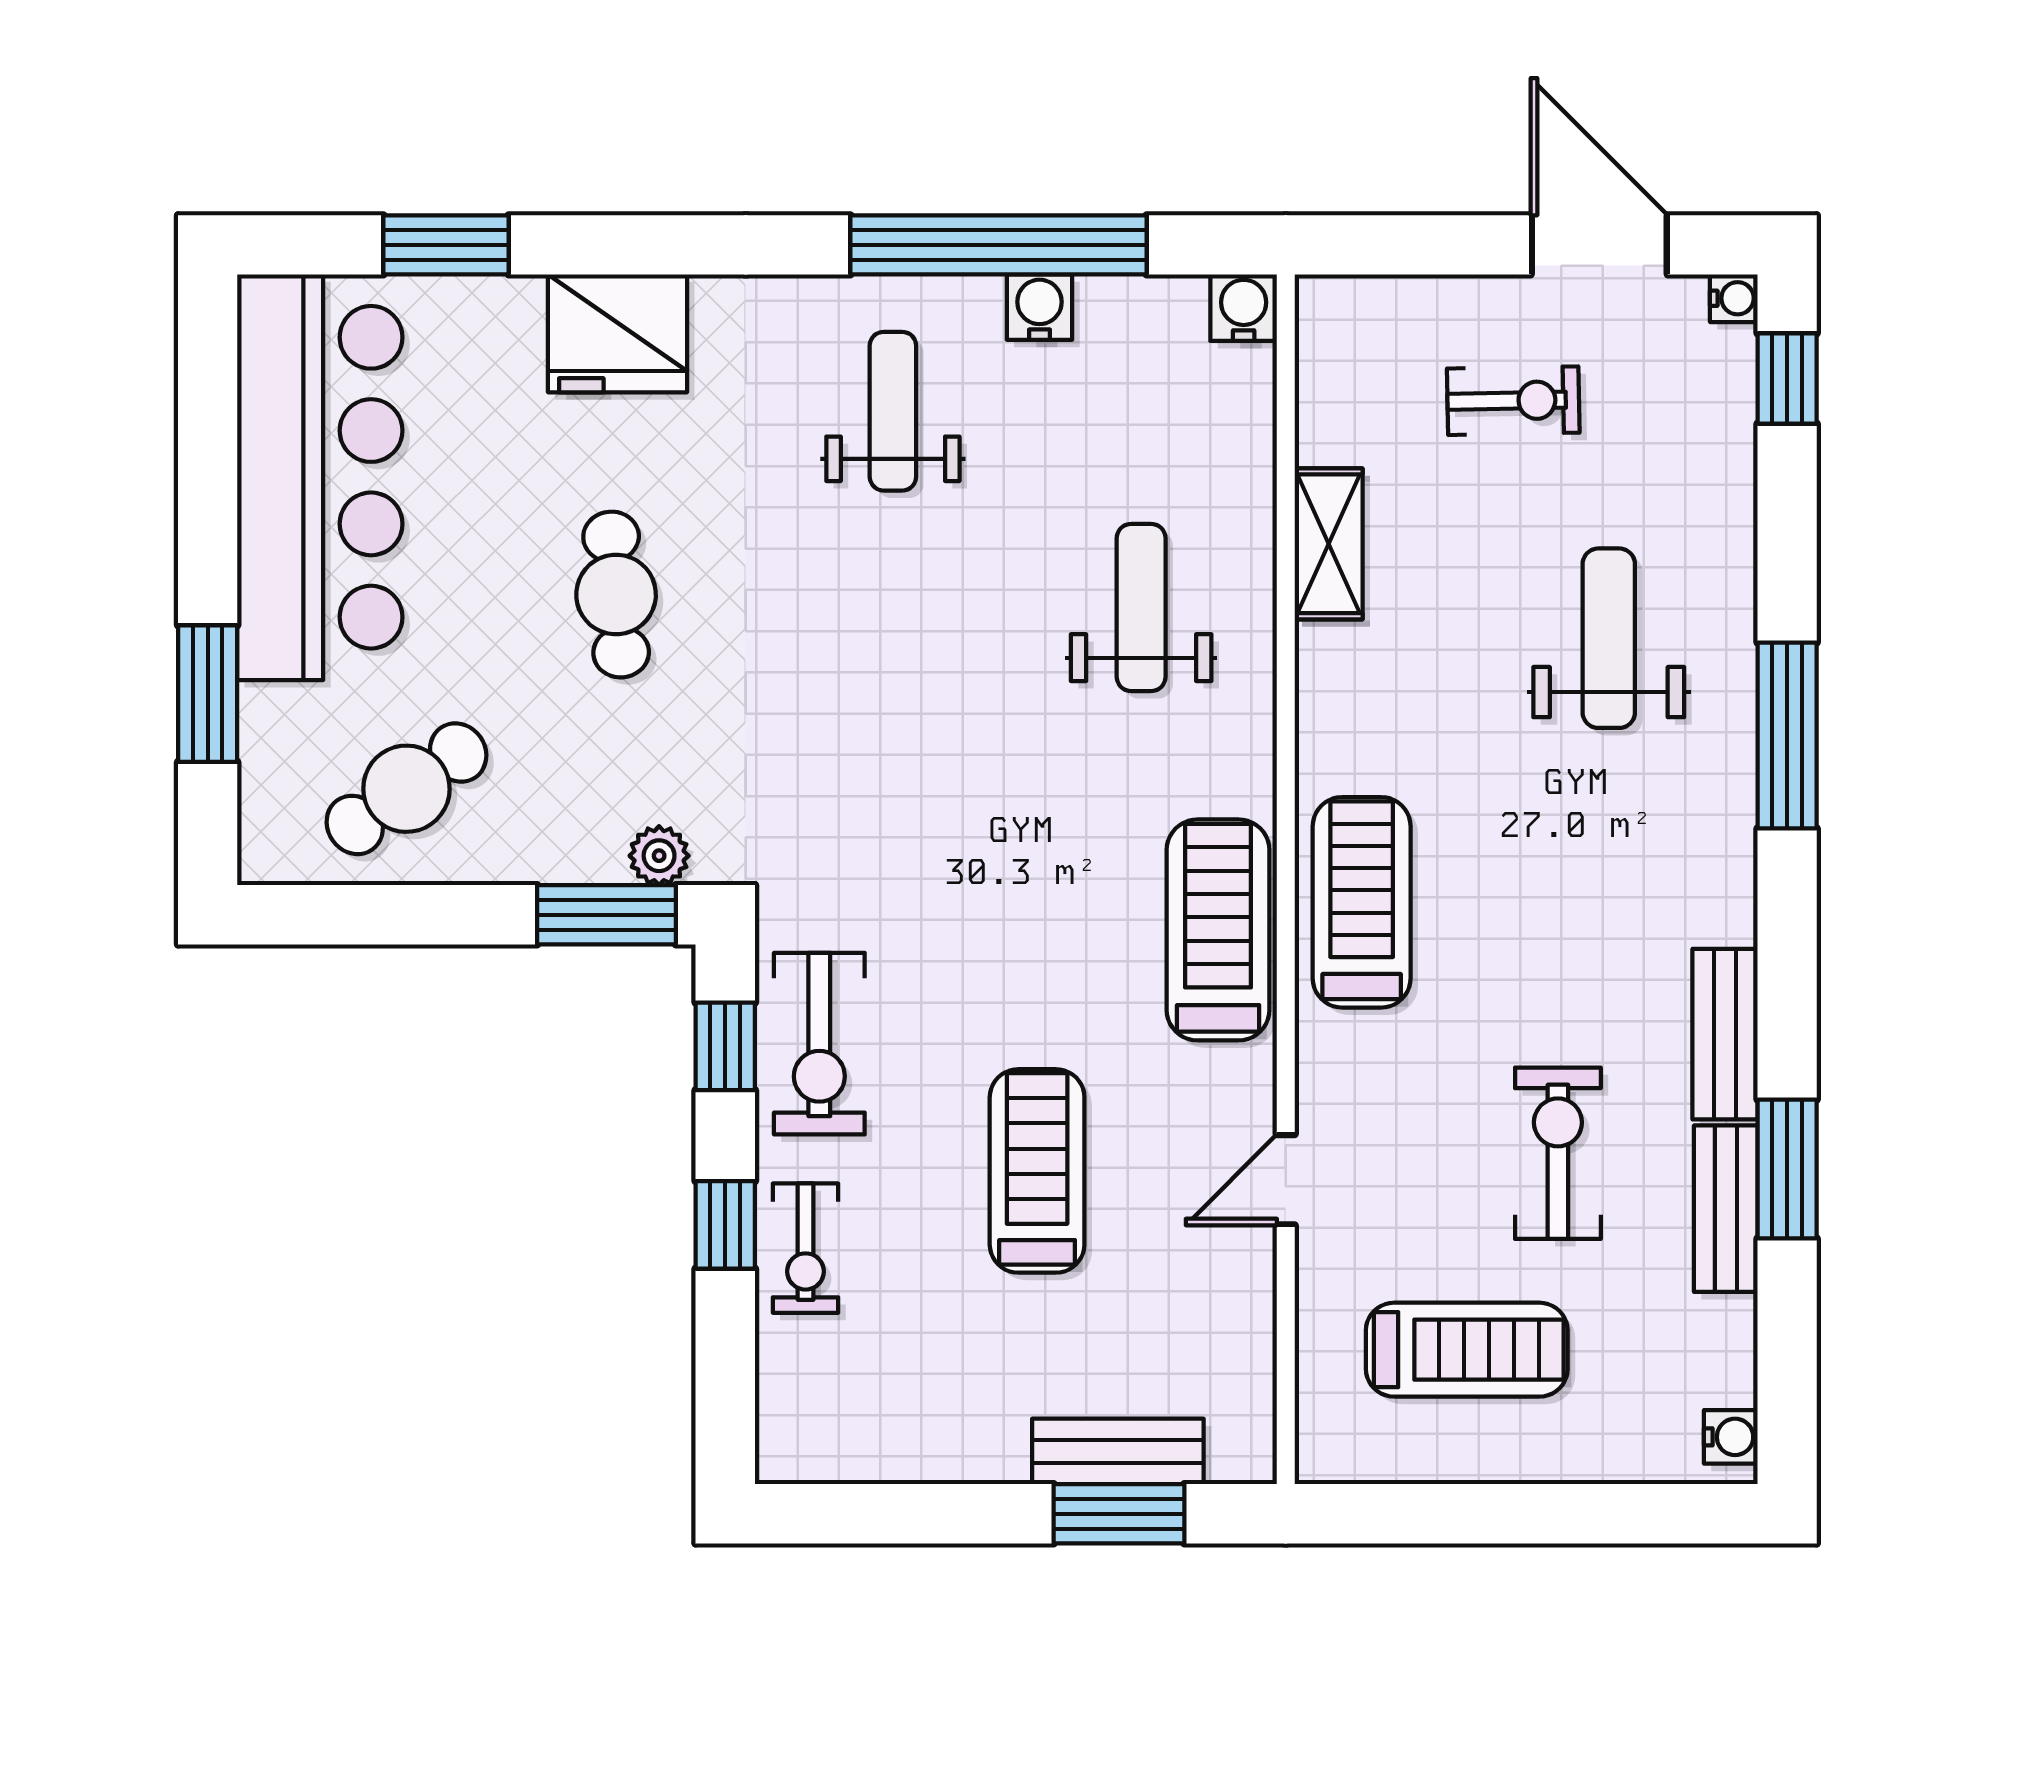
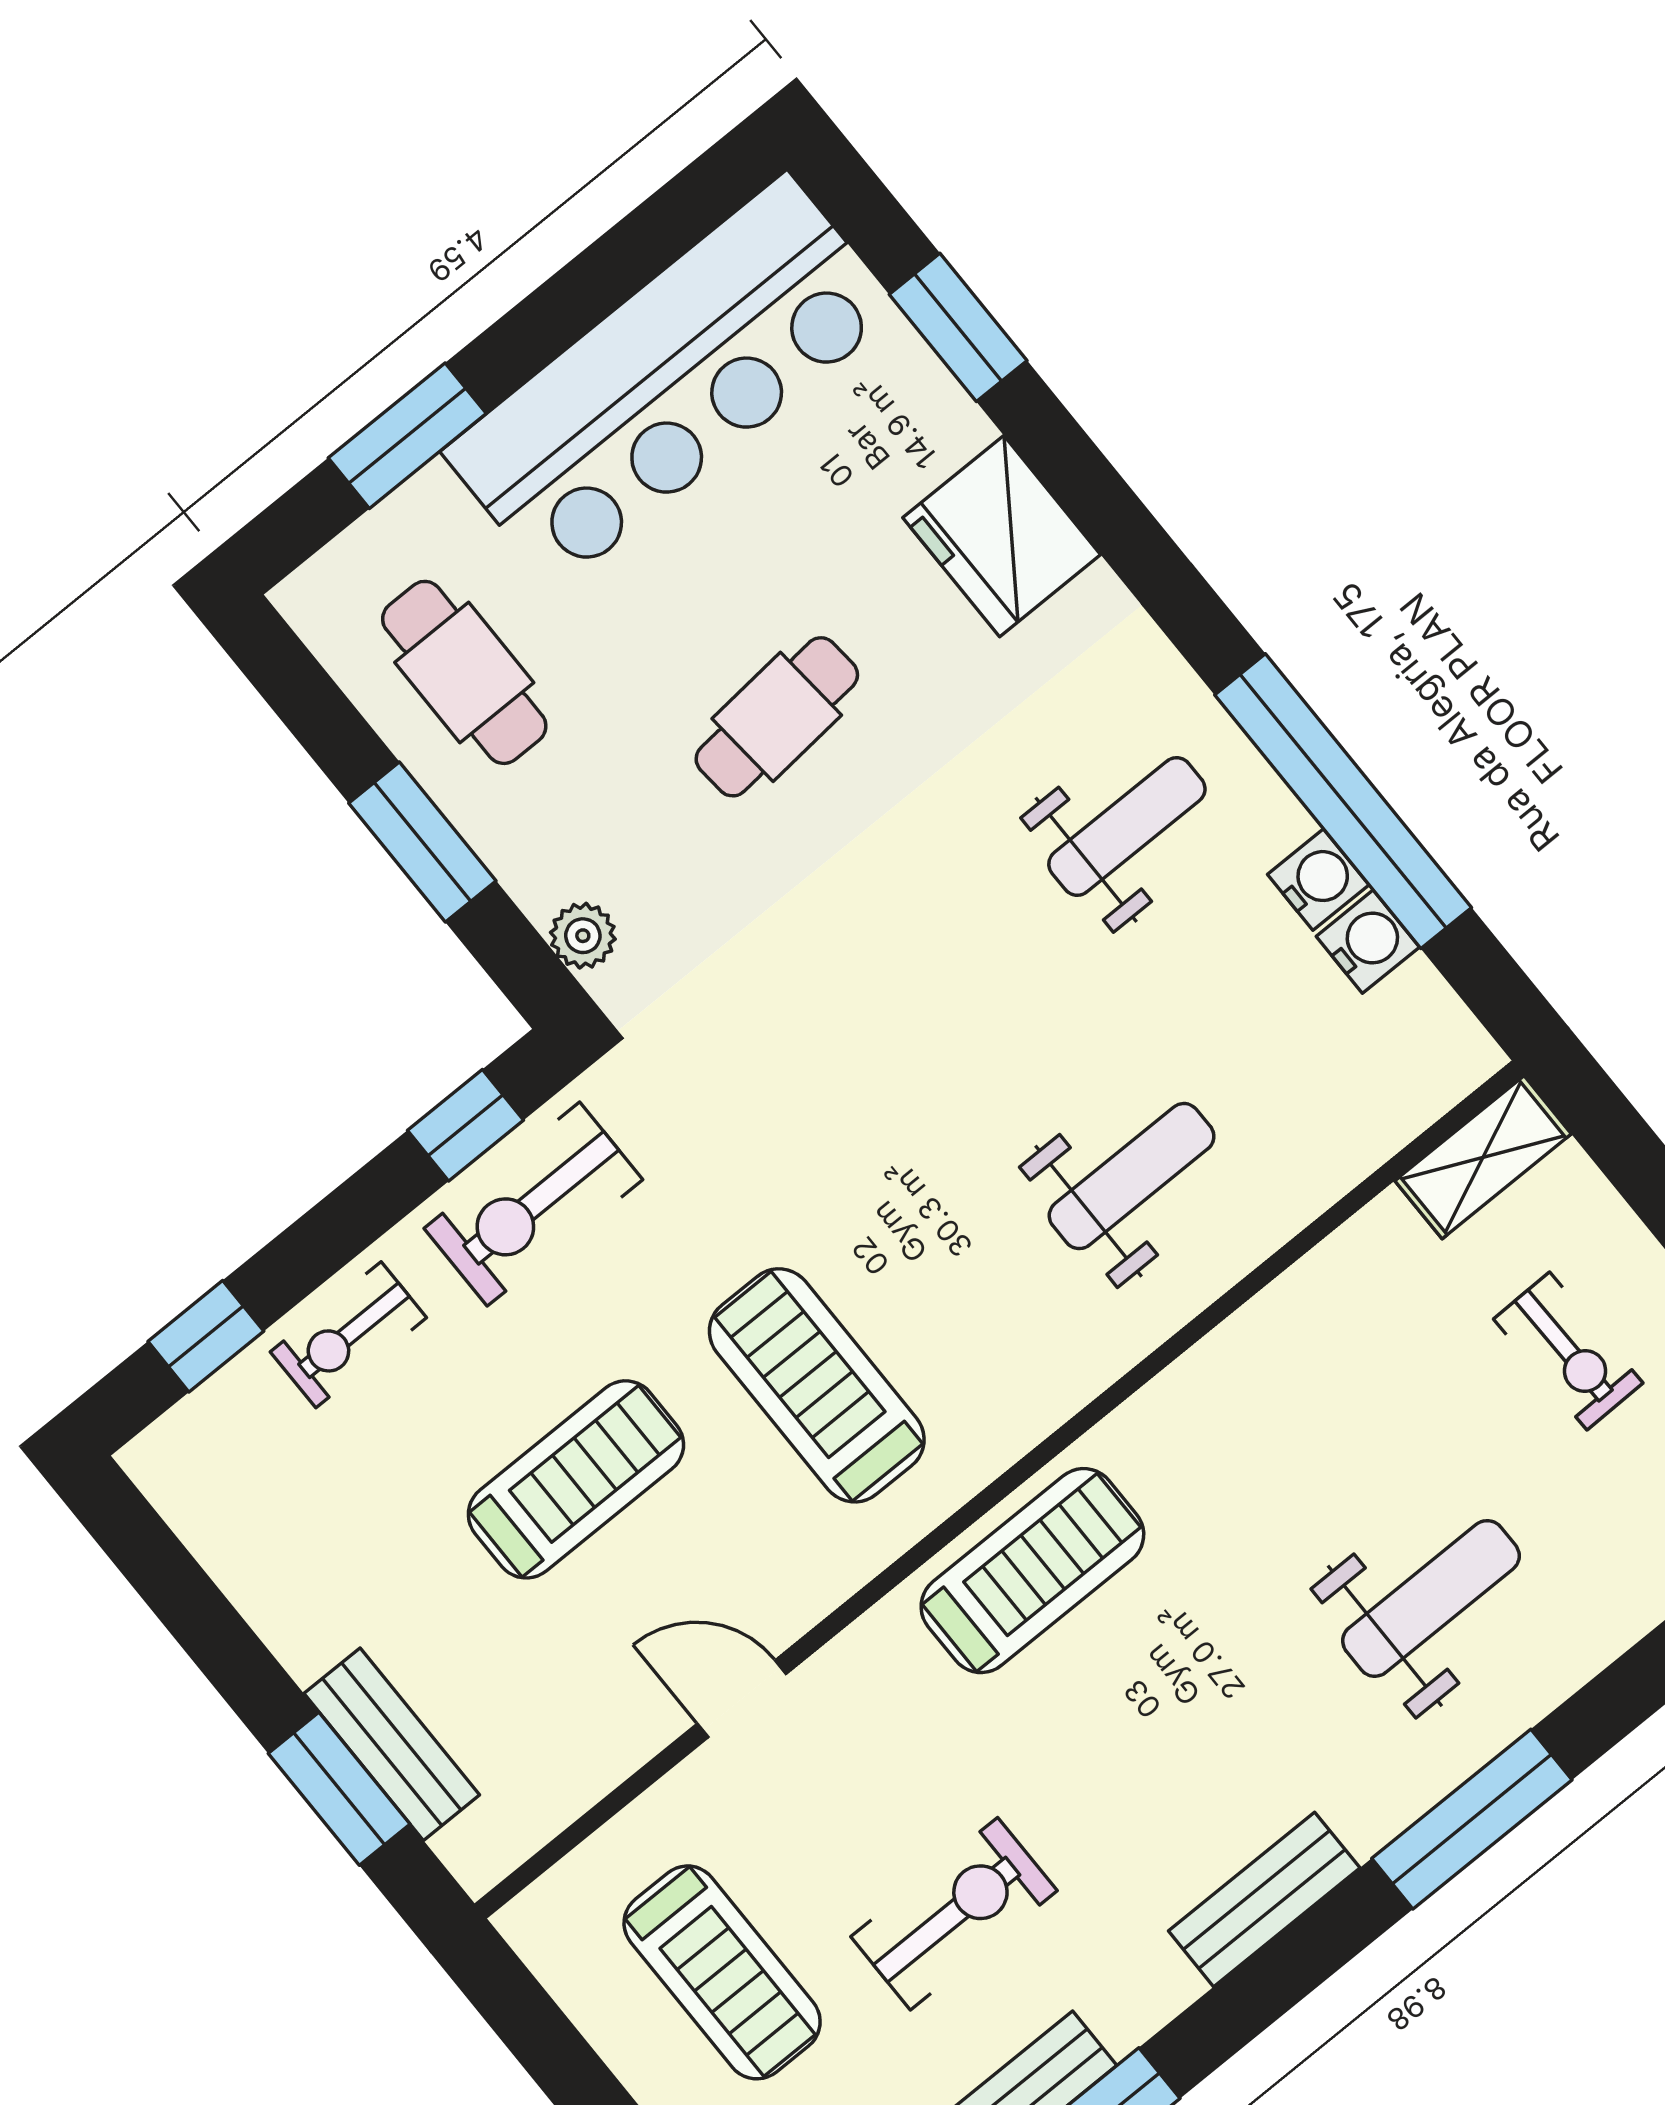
water cooler: (1244, 308) -> (1368, 942), moved
shelving: (1329, 544) -> (1483, 1157), moved
cafe table: (406, 789) -> (464, 672), turned 35
window: (606, 915) -> (422, 842), moved
treadmill: (1218, 930) -> (817, 1385), moved, turned -90
bench: (1725, 1034) -> (1264, 1899), moved
window: (725, 1225) -> (206, 1336), moved

